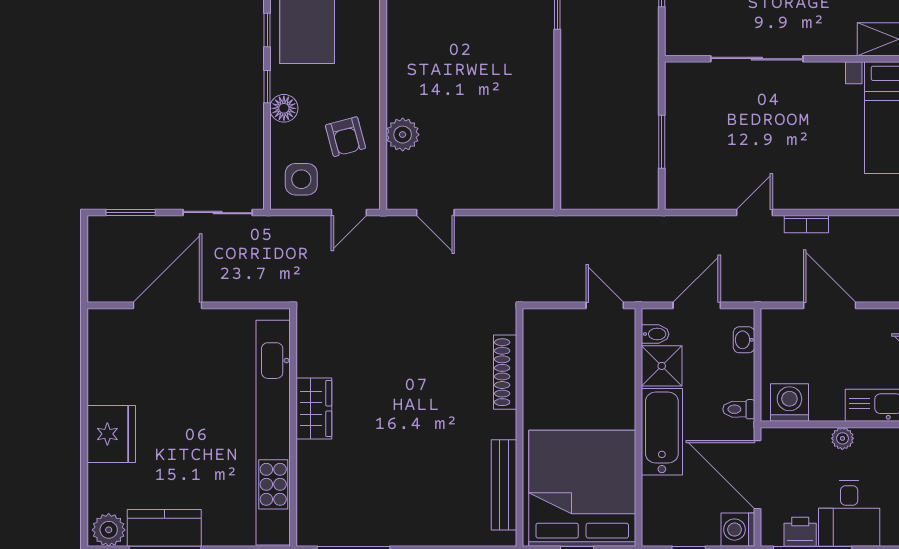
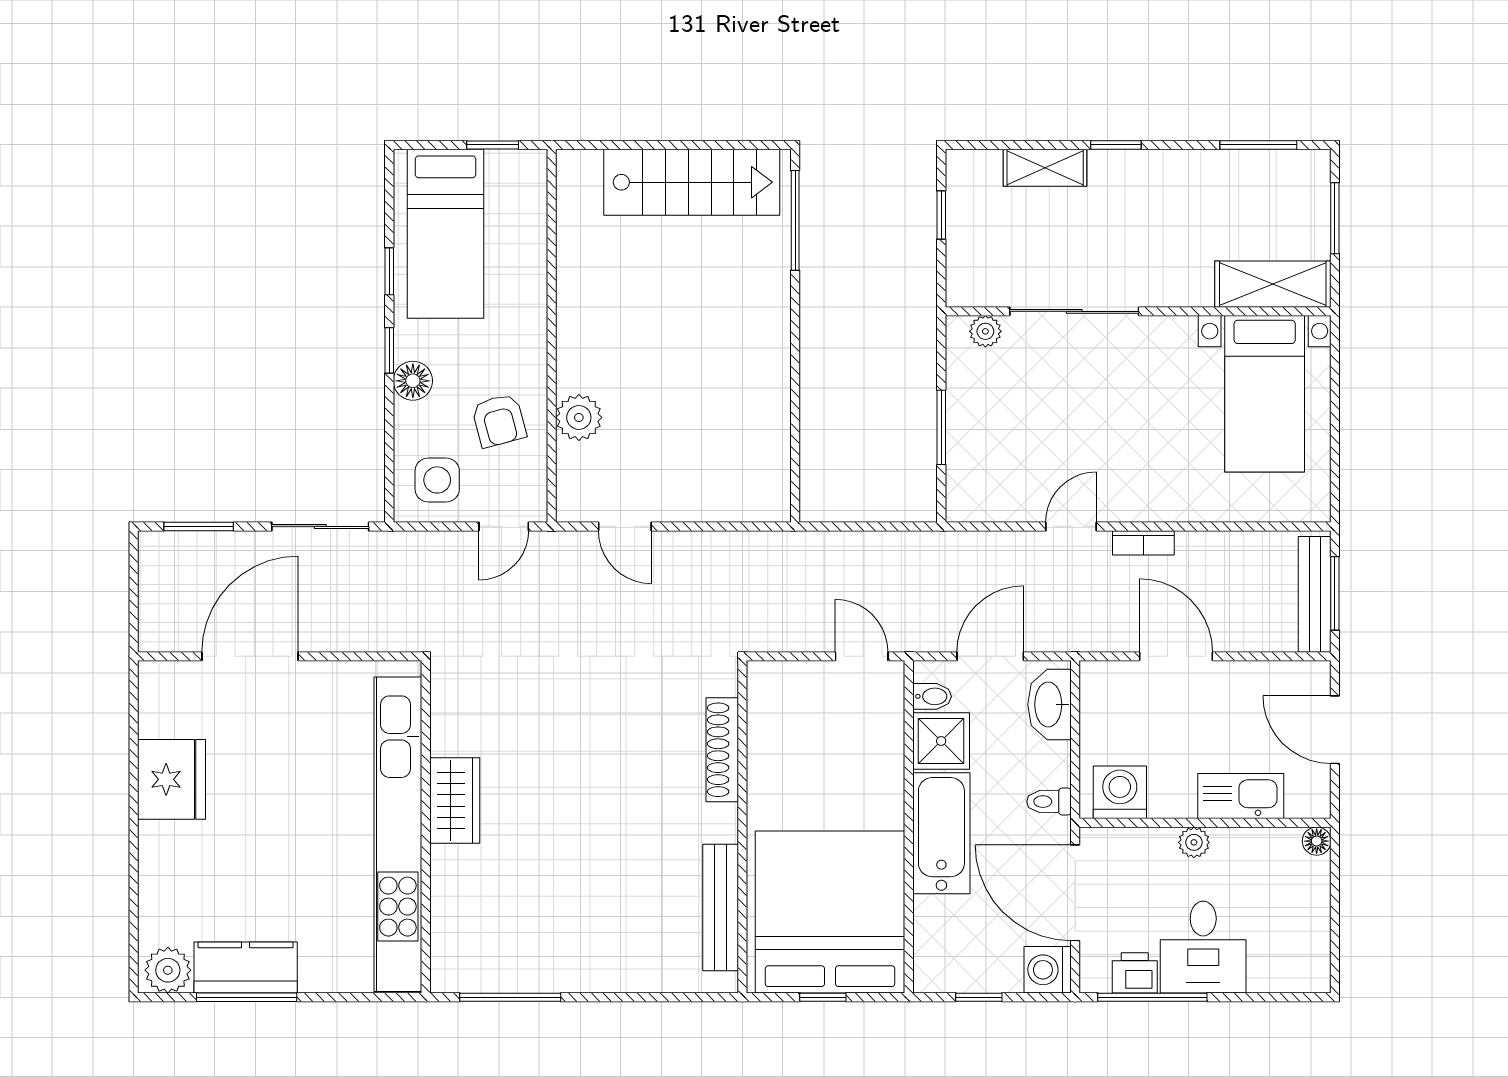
plant: (693, 73) -> (985, 331), added
washbasin: (744, 340) -> (1050, 704), width x1.91, depth x1.45
fridge: (111, 434) -> (171, 779), moved

